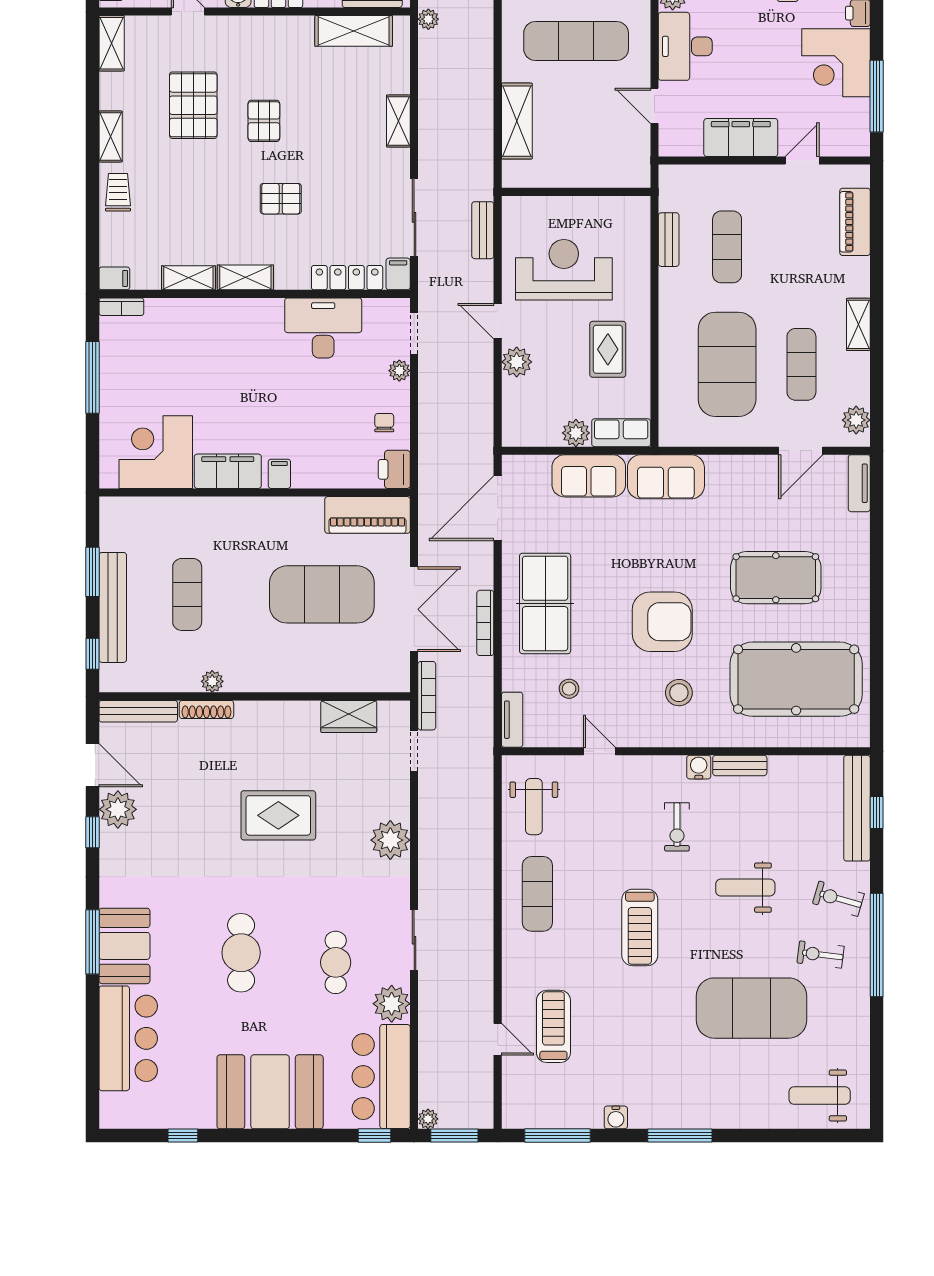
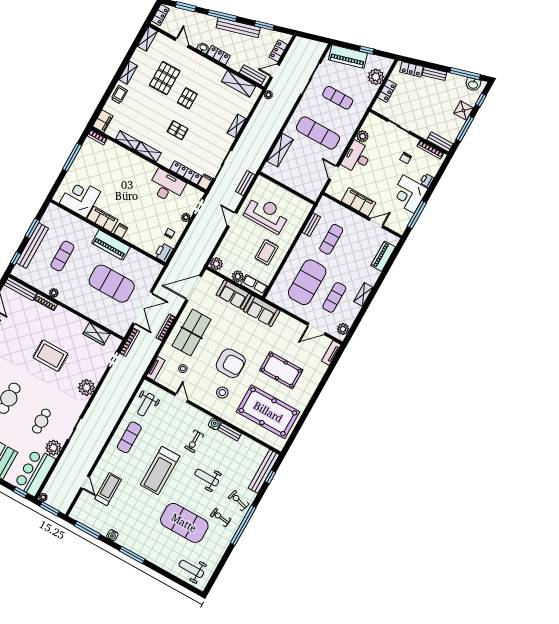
filing cabinet: (114, 278) -> (103, 121), width x2.00
plant: (517, 362) -> (216, 264), moved
piano: (367, 515) -> (111, 245), moved
treadmill: (640, 927) -> (160, 471), width x1.37, depth x1.38

